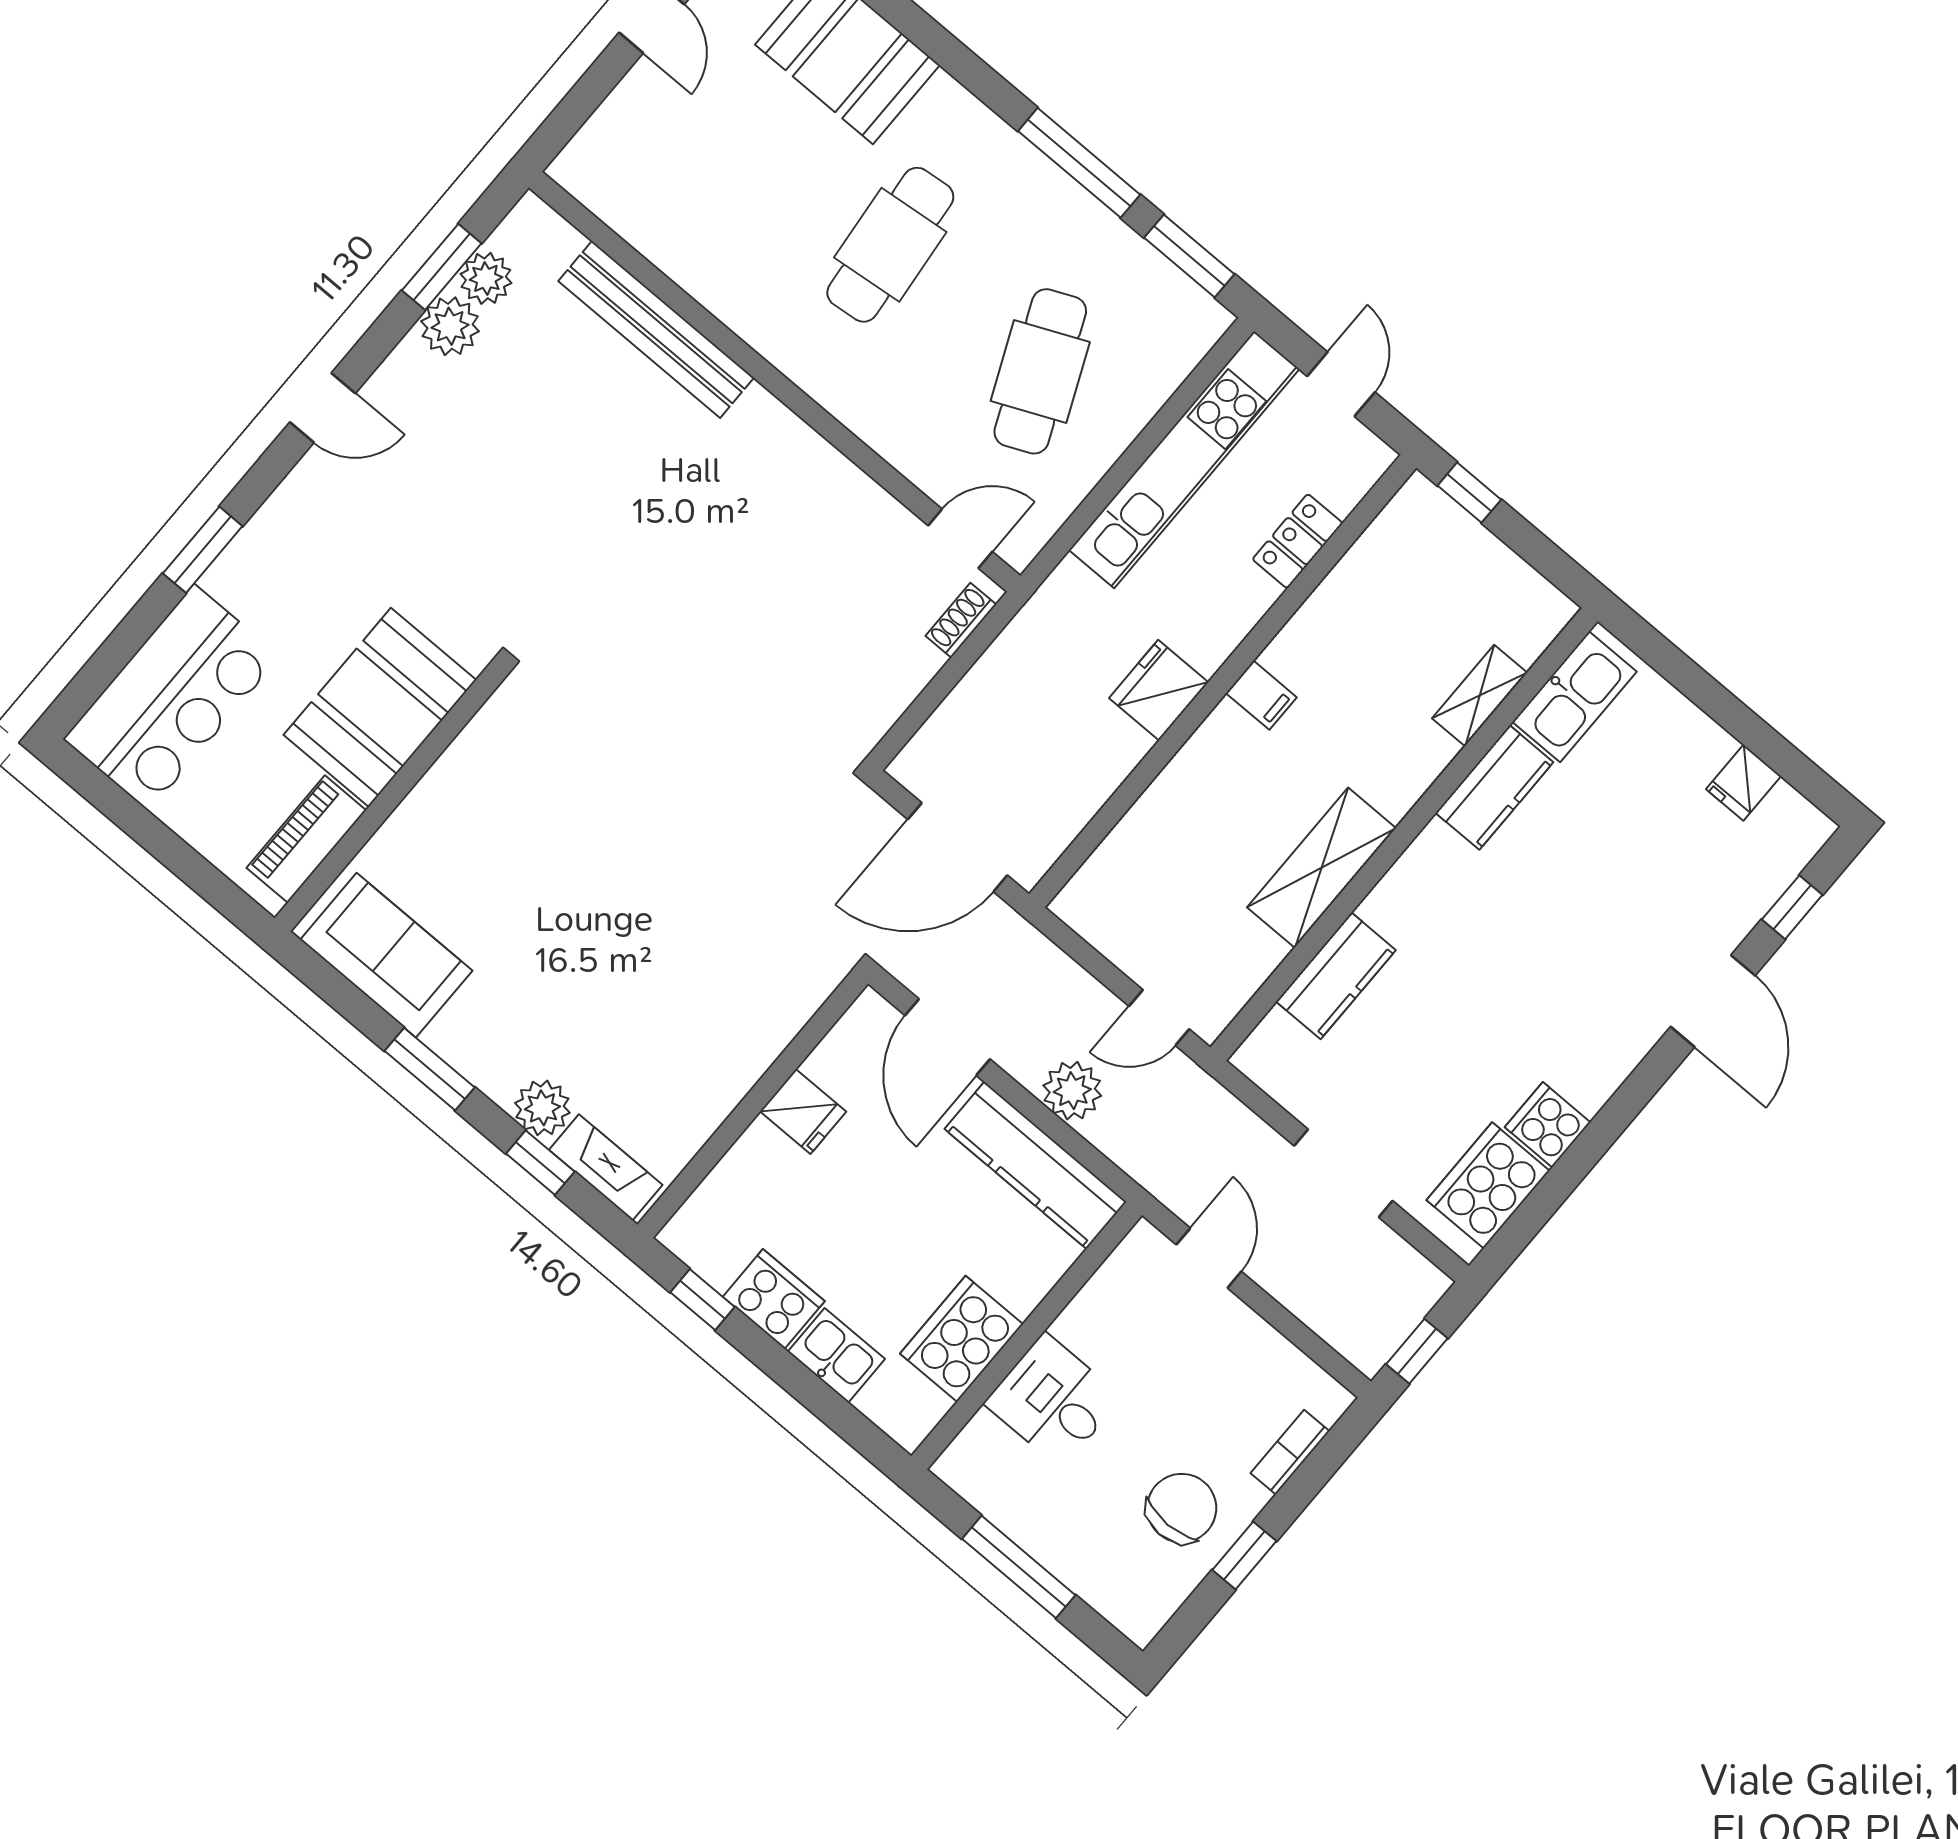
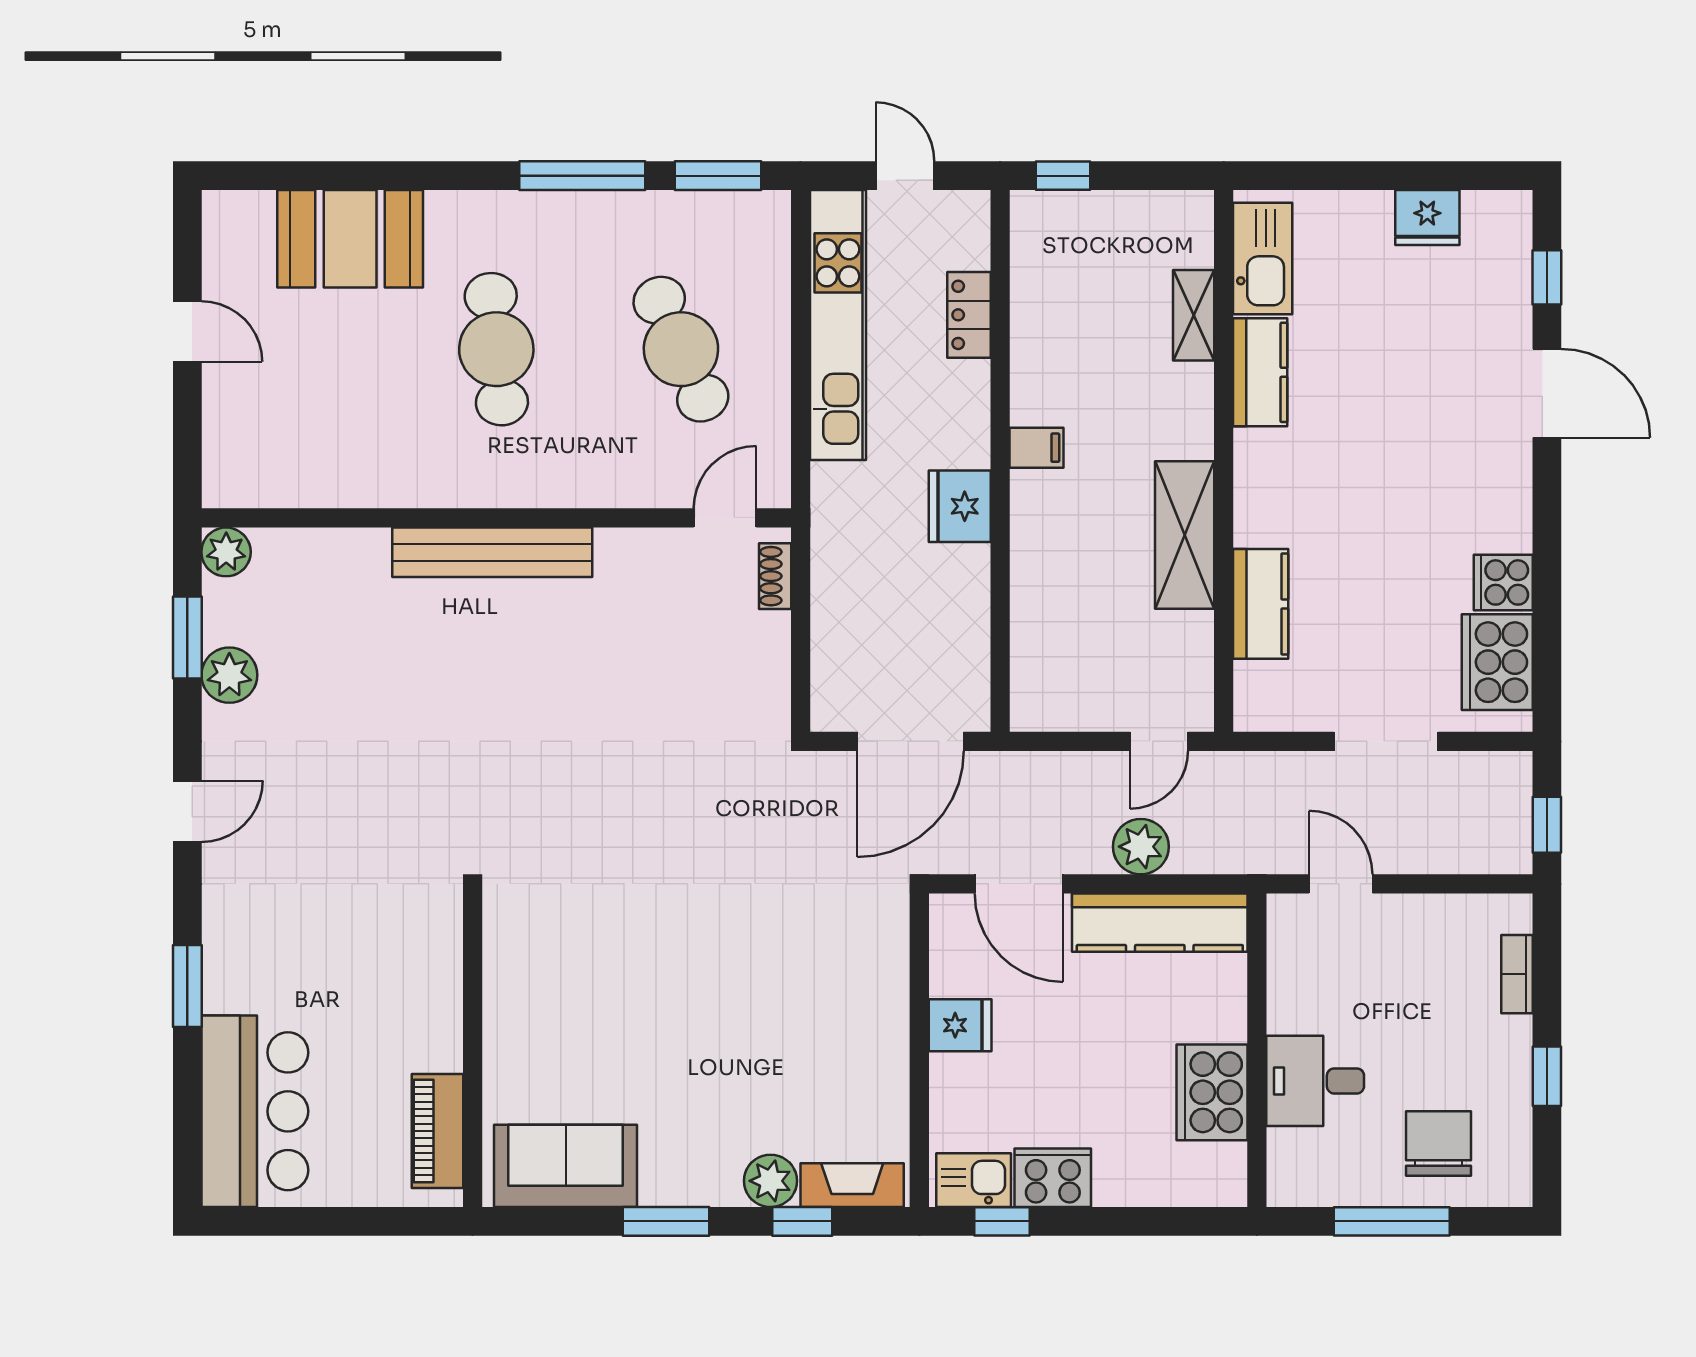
plant: (486, 278) -> (226, 552), moved
bench: (656, 329) -> (492, 552), moved
booth: (380, 707) -> (410, 992), removed
fridge: (1744, 783) -> (1427, 217), width x1.38
kitchen sink: (836, 1355) -> (974, 1180), moved
chair: (1182, 1508) -> (1439, 1143), moved

